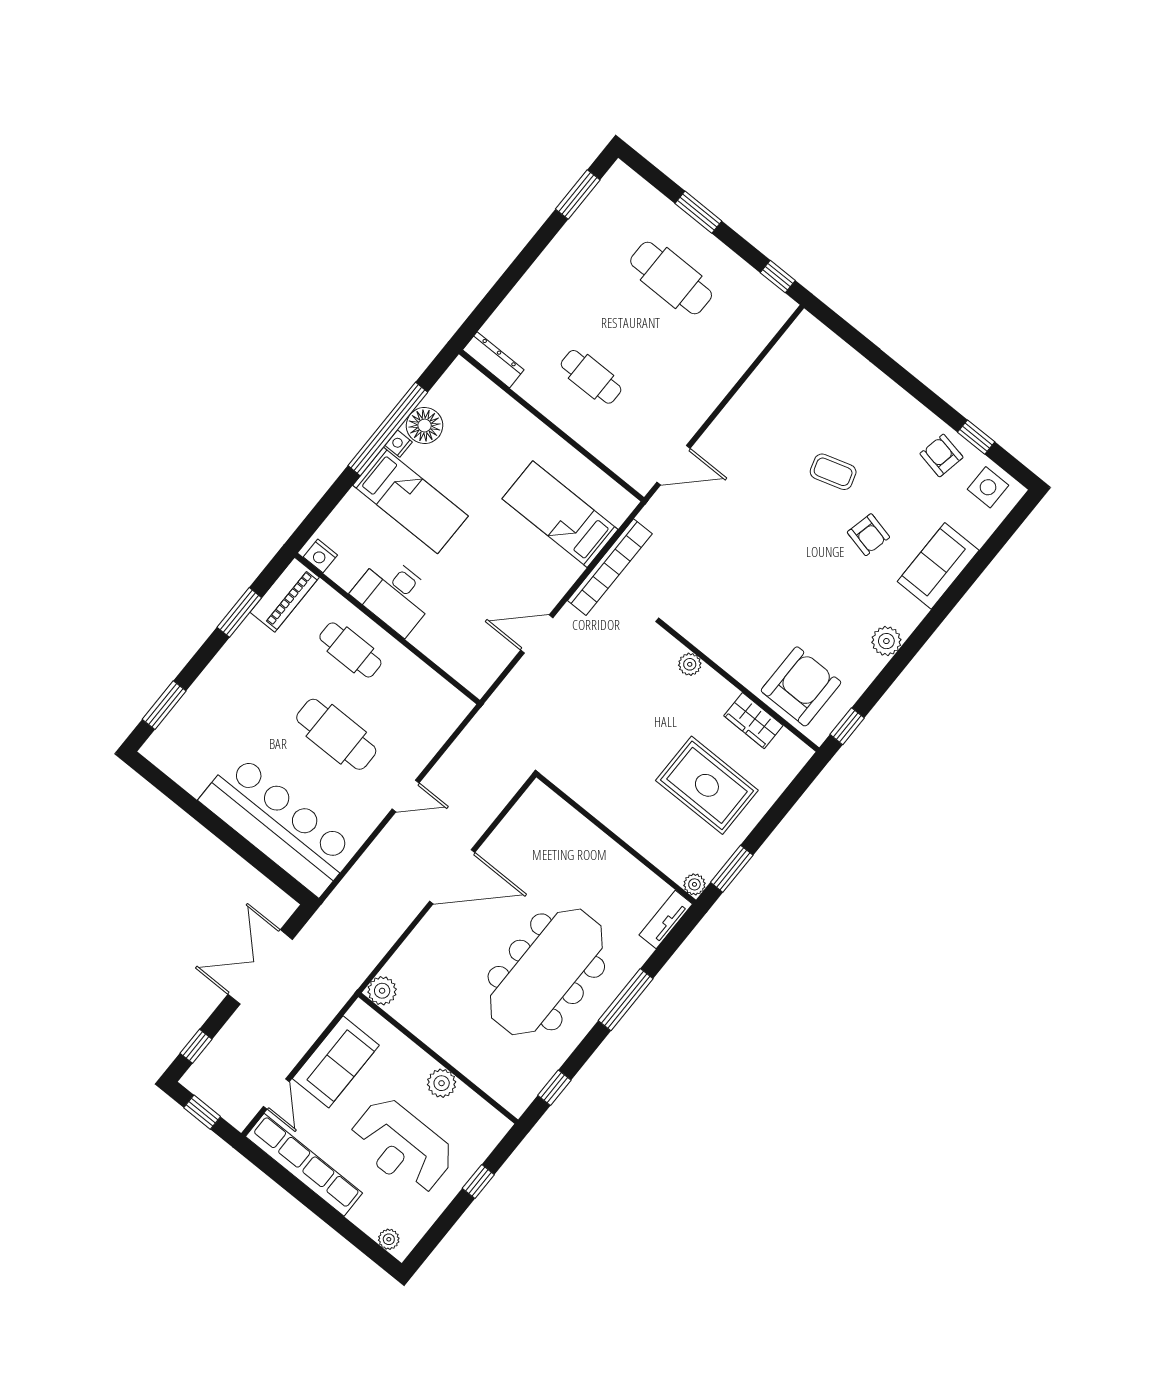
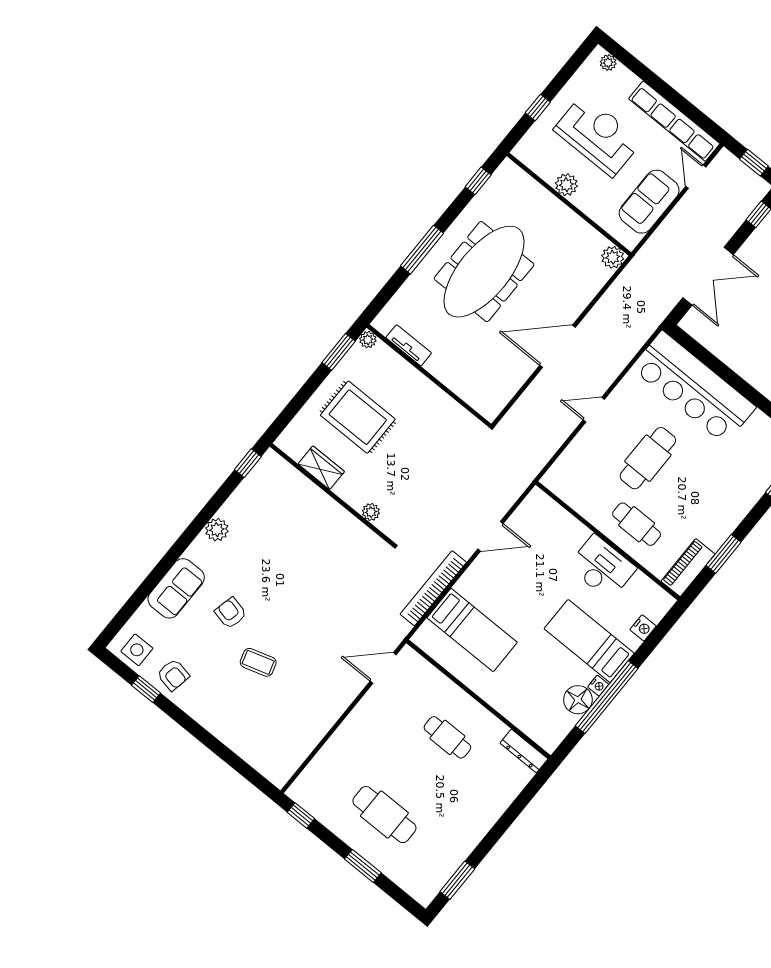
nightstand: (320, 556) -> (643, 628), moved, turned 90
armchair: (801, 686) -> (284, 494), removed
cafe table: (336, 734) -> (648, 458), turned 90
tv unit: (666, 919) -> (409, 345), moved, turned -90

